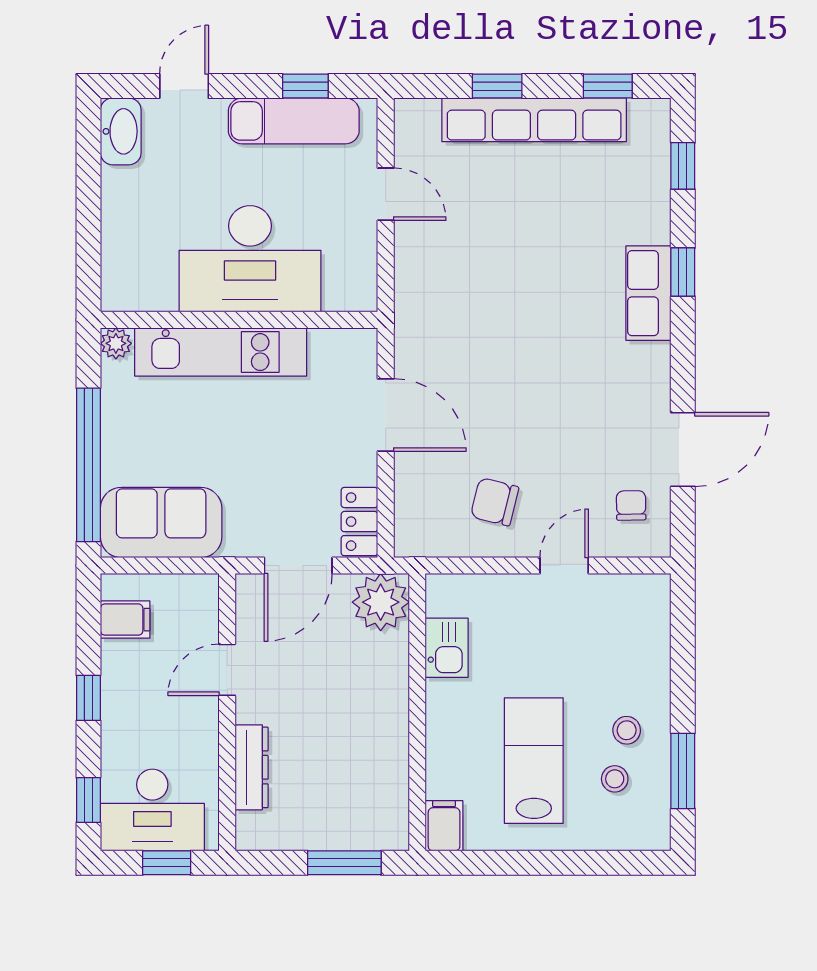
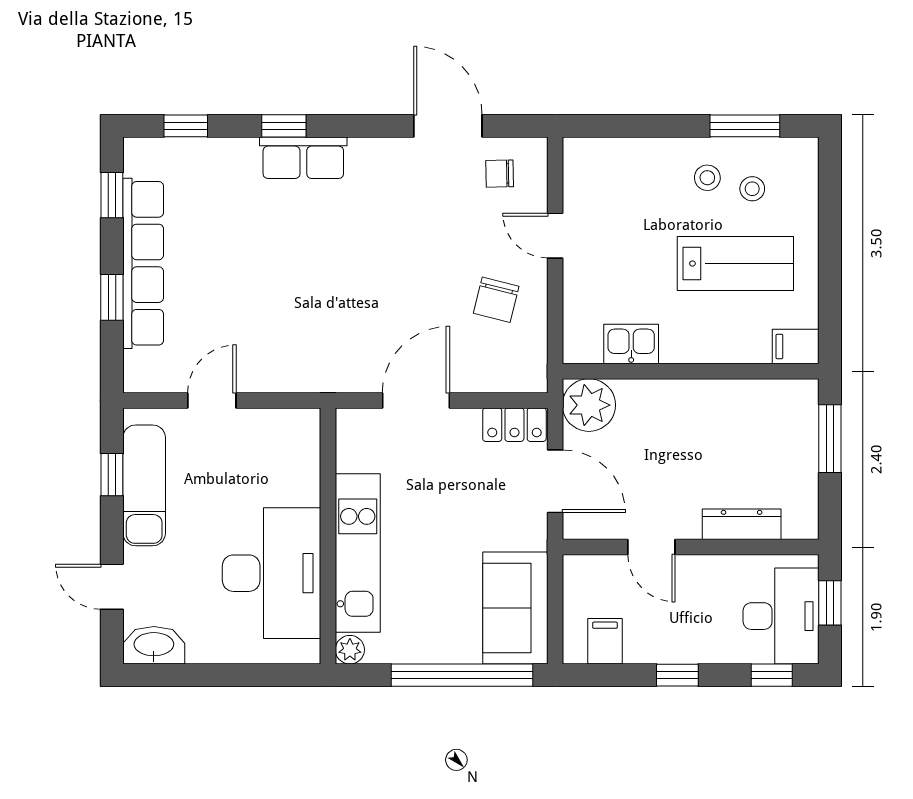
desk: (250, 259) -> (272, 573), moved
lab bench: (534, 761) -> (735, 263), turned 180

